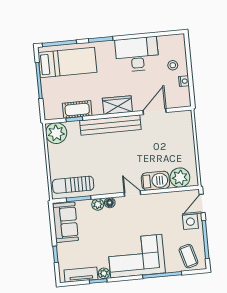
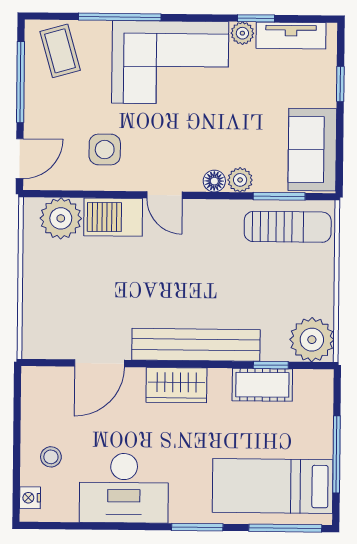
nightstand: (184, 81) -> (30, 498), moved
side table: (190, 222) -> (105, 150), moved

